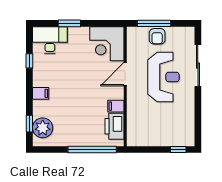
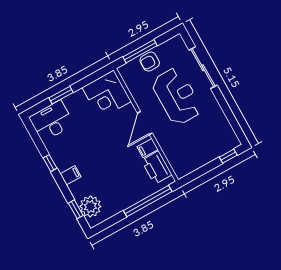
armchair: (157, 36) -> (150, 62), turned 90
window: (29, 61) -> (50, 163), moved
door: (125, 74) -> (145, 123), moved

